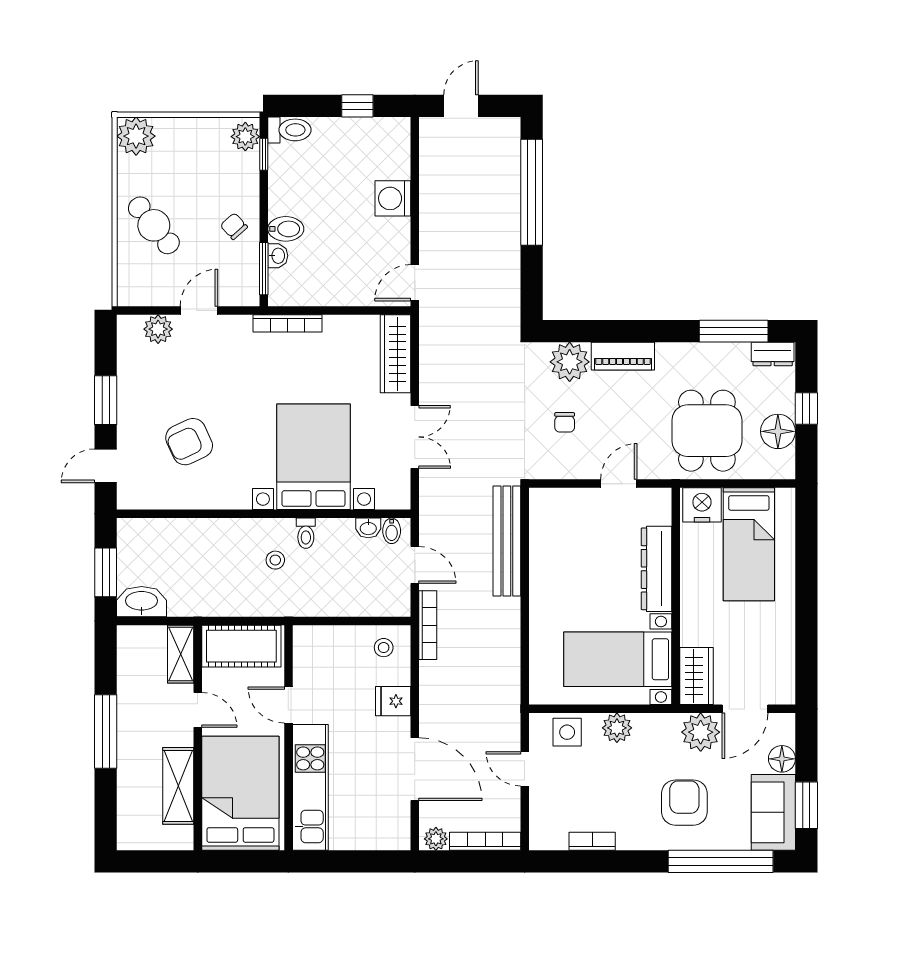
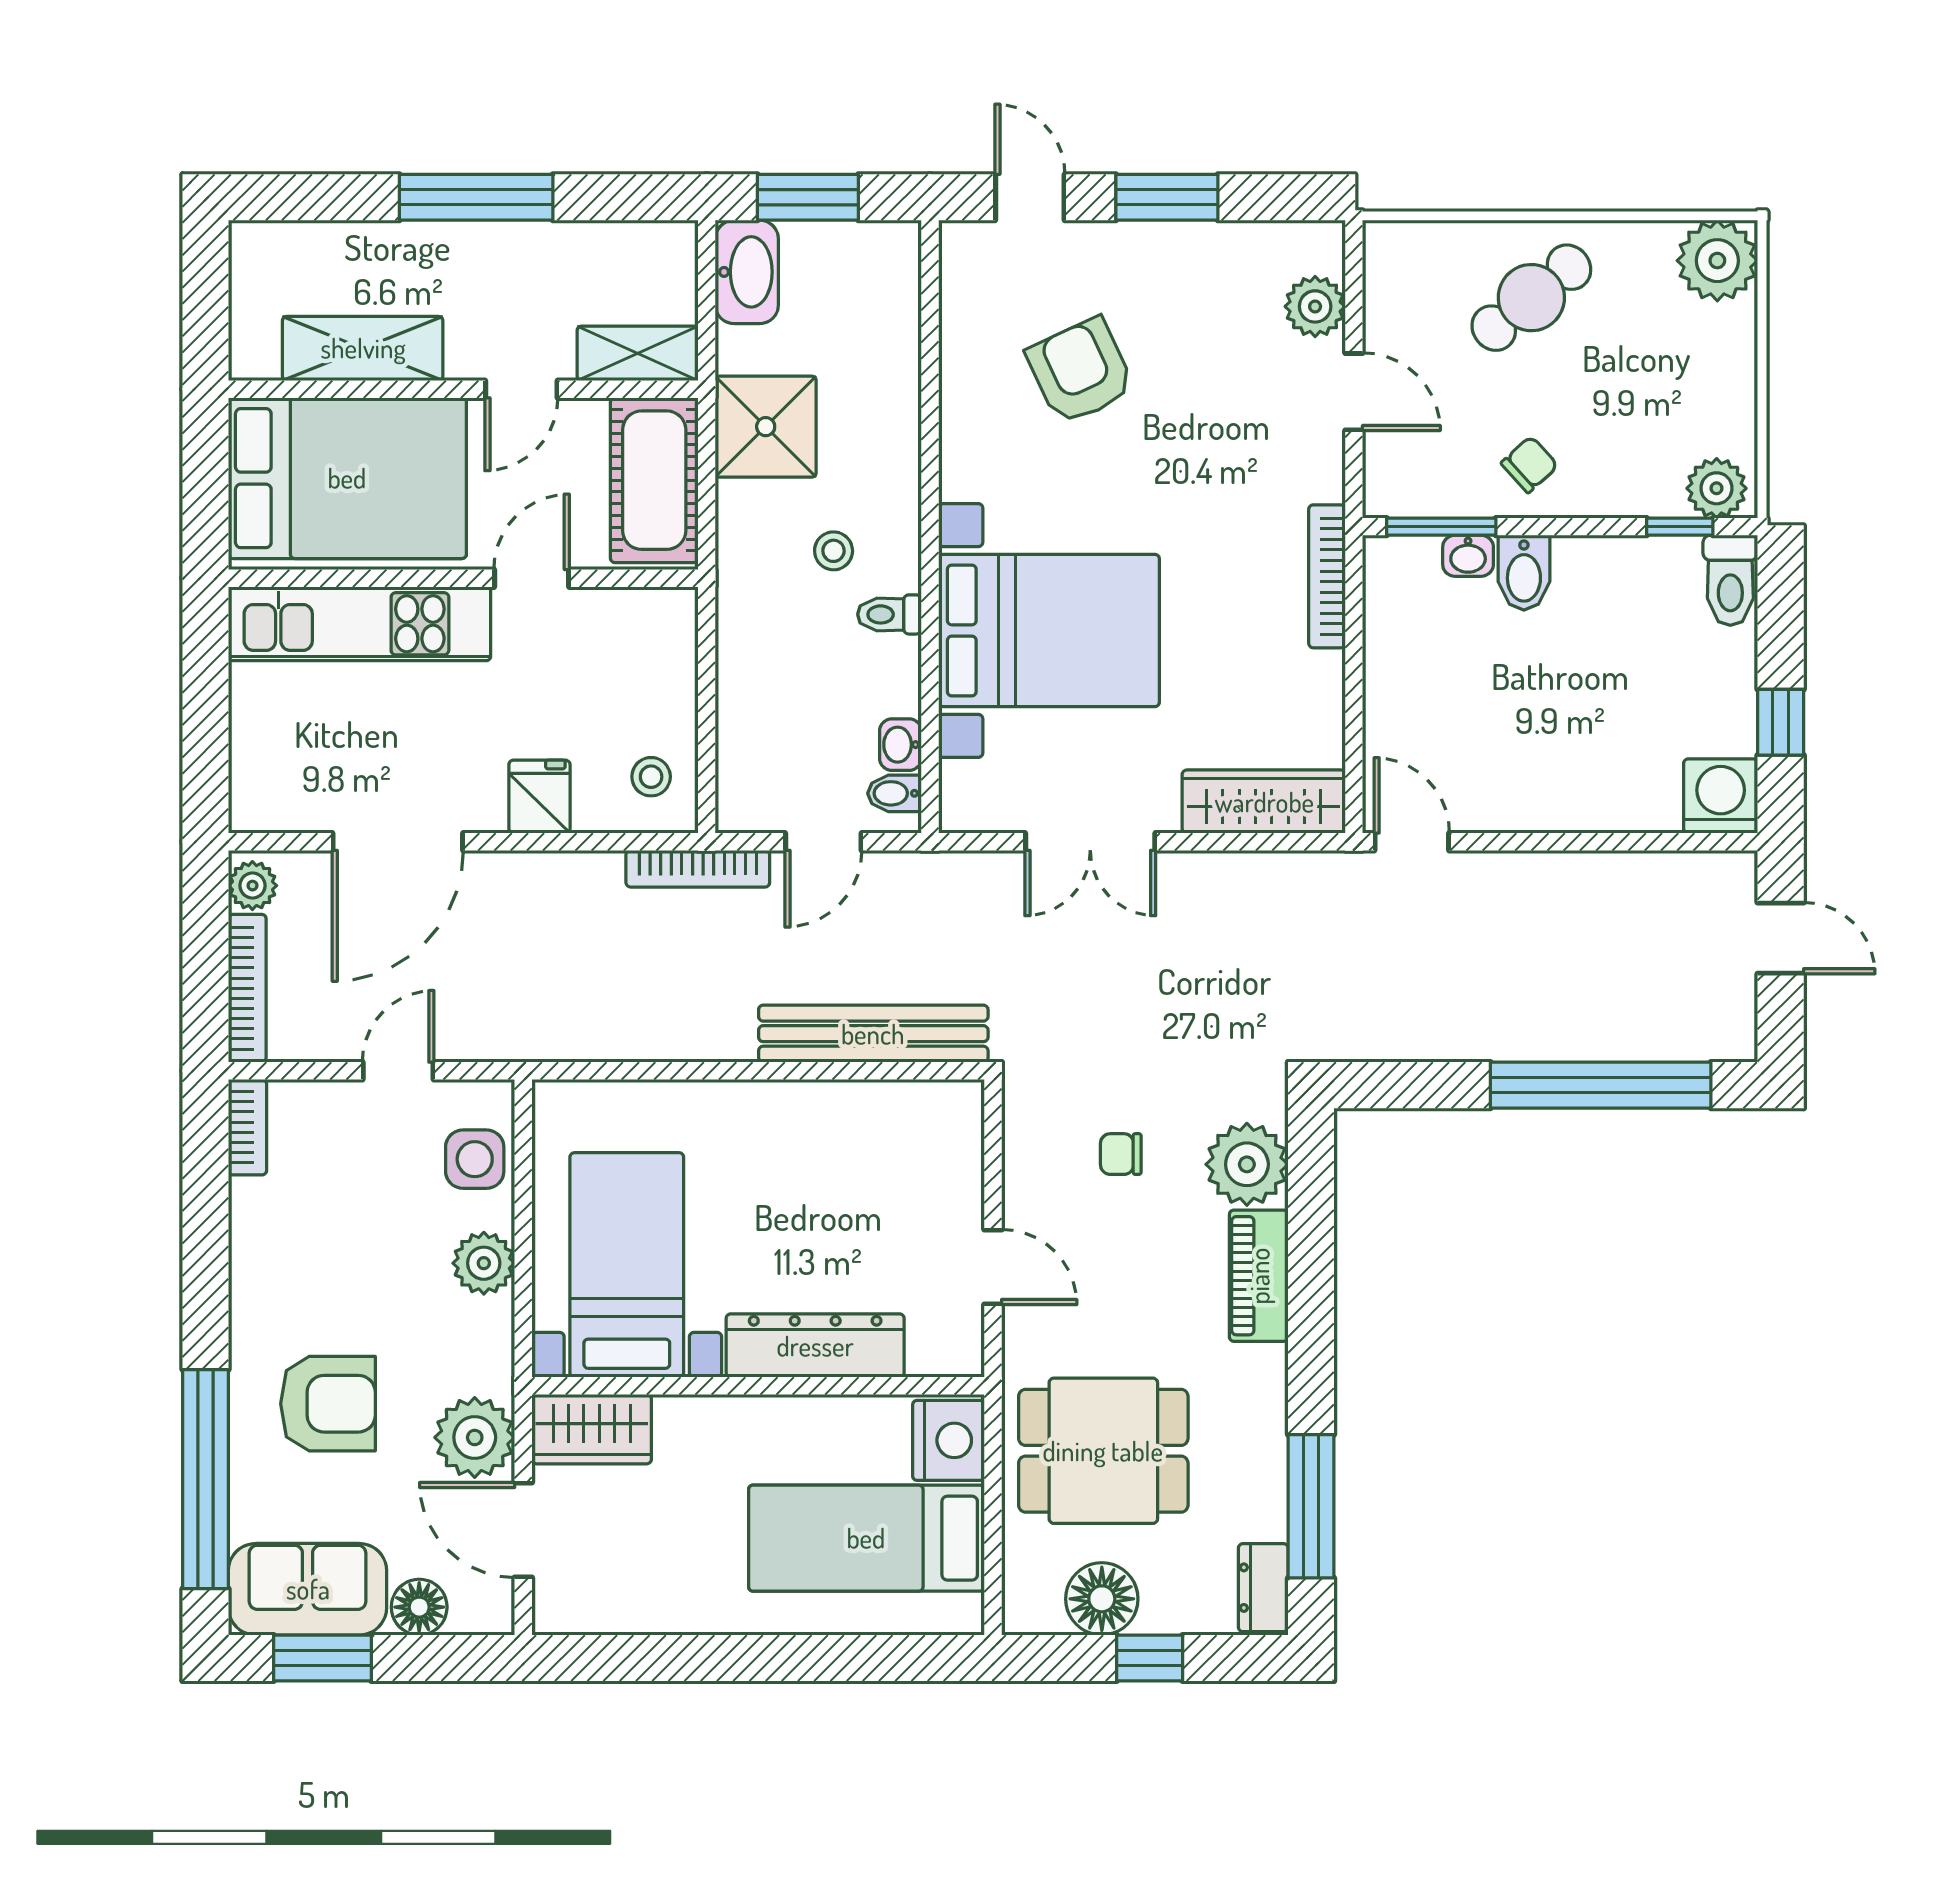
washing machine: (393, 198) -> (1721, 796), moved
shower: (216, 593) -> (766, 427), added
bookcase: (592, 841) -> (247, 1127), moved

